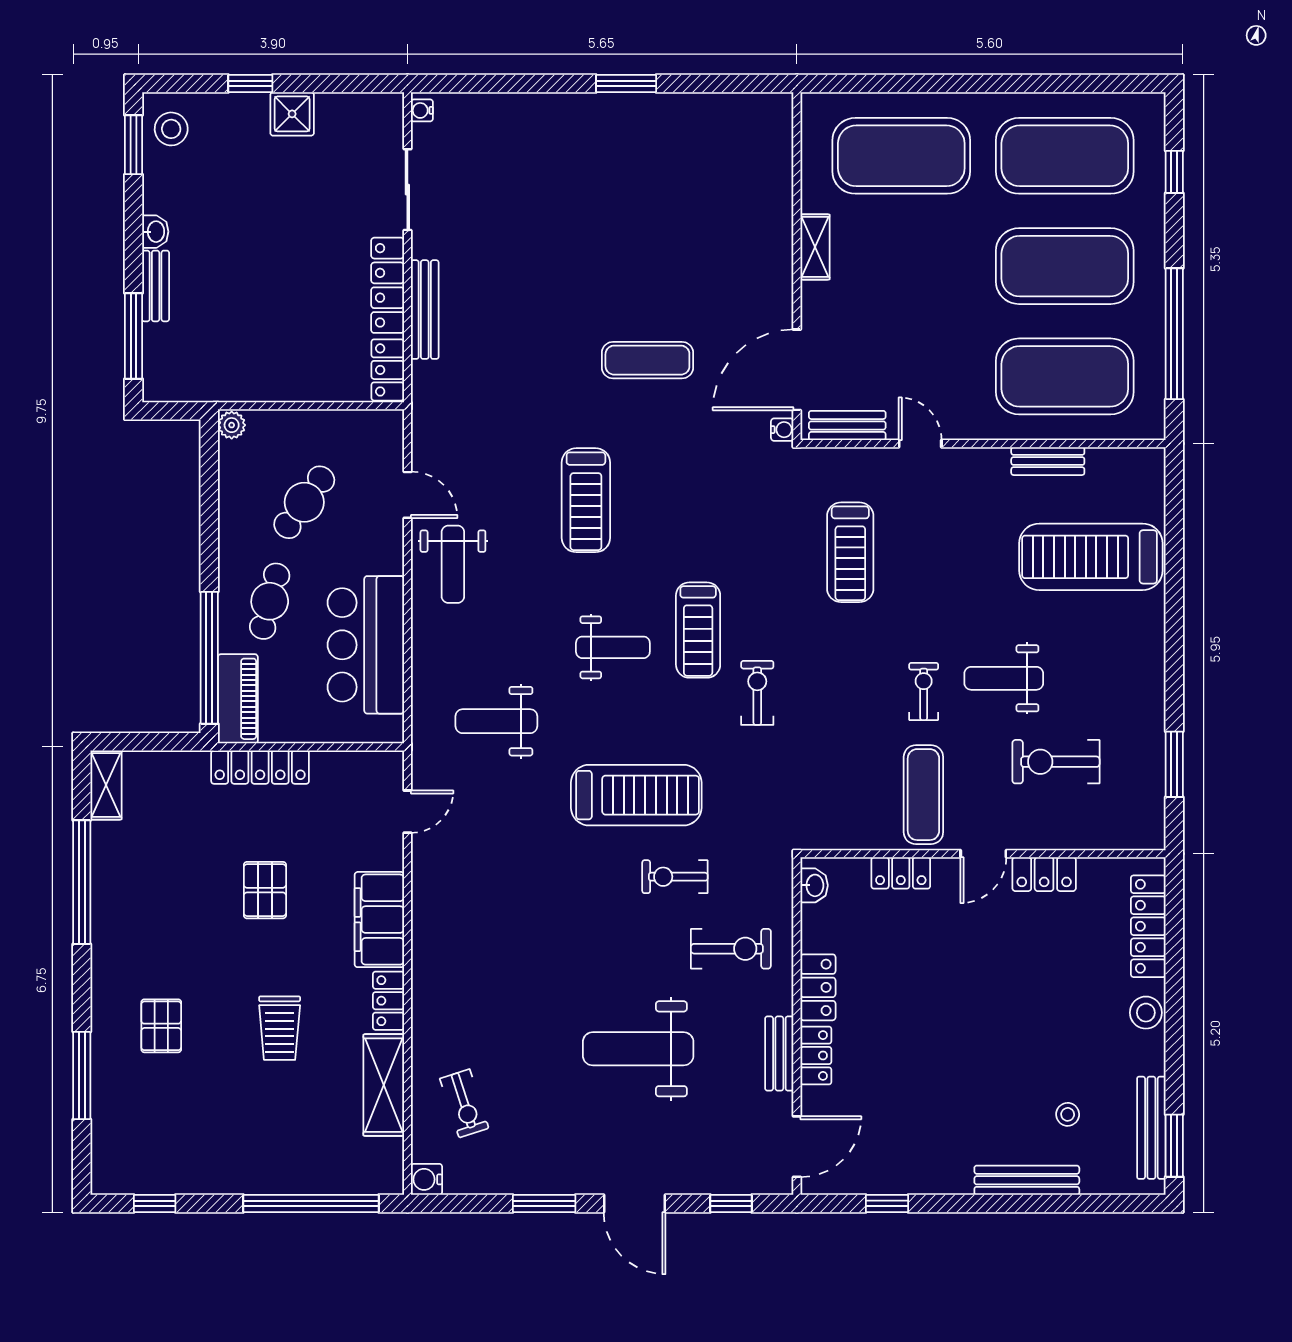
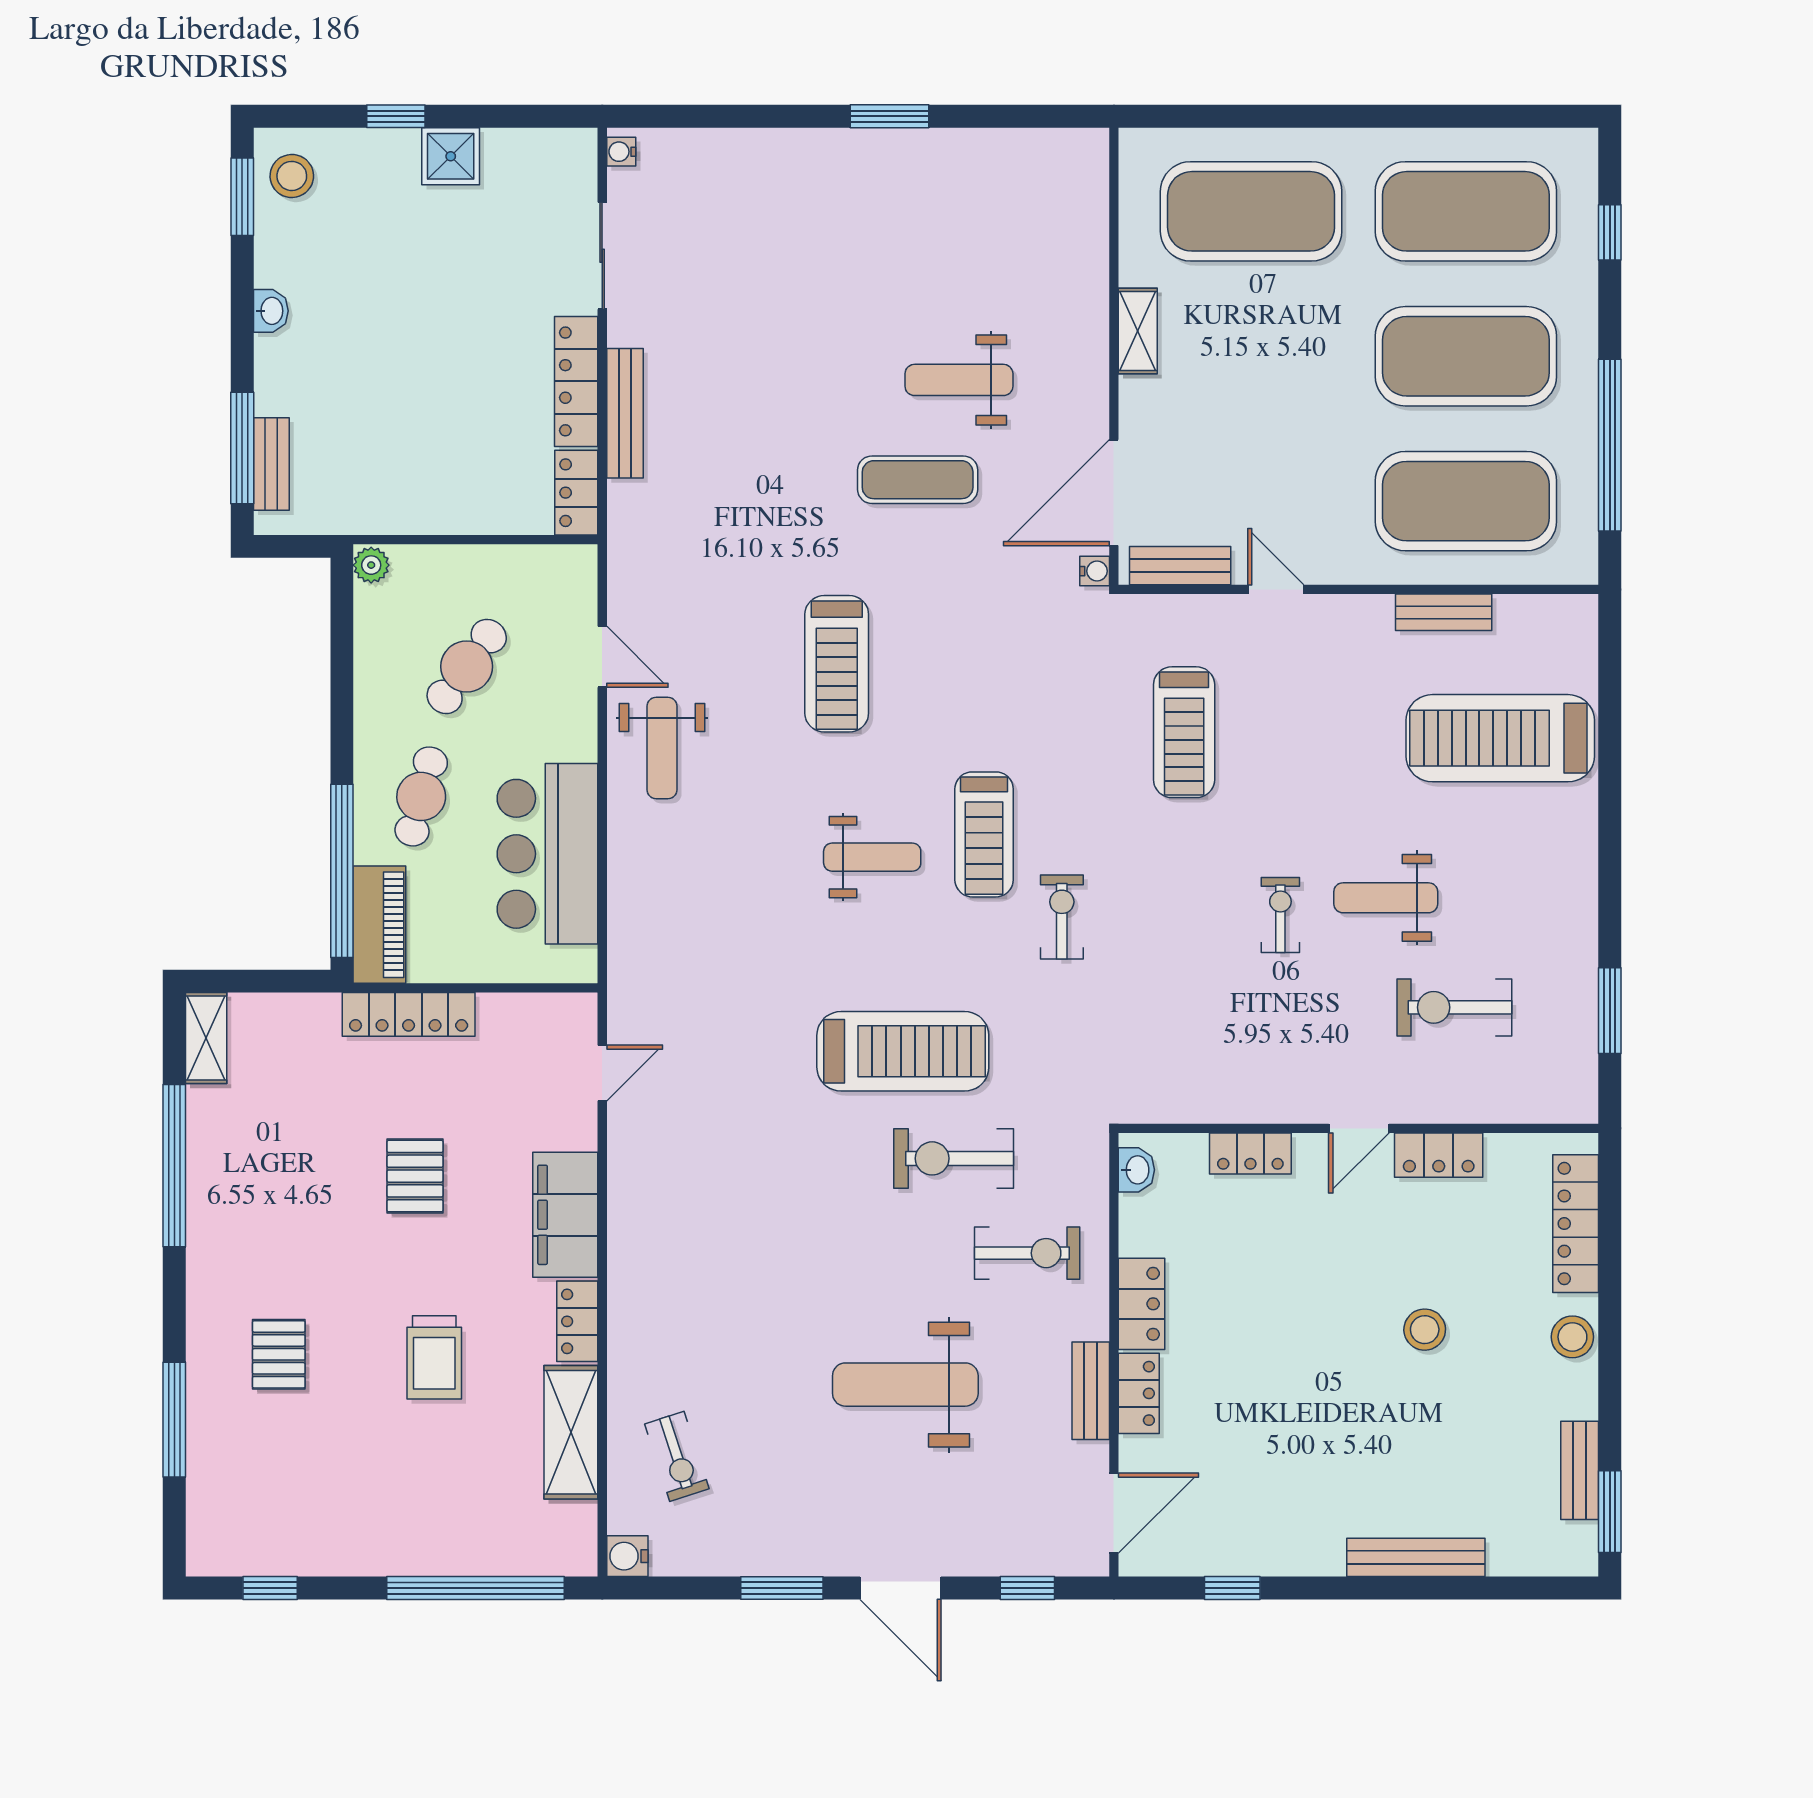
bench: (156, 286) -> (271, 464), moved
weight bench: (496, 721) -> (959, 380), moved
exercise mat: (923, 795) -> (1280, 1051), removed
exercise bike: (675, 877) -> (954, 1158), width x1.38, depth x1.39
stool: (1068, 1114) -> (1425, 1330), moved, width x1.37, depth x1.37
bench: (1151, 1128) -> (1580, 1470), width x0.73

